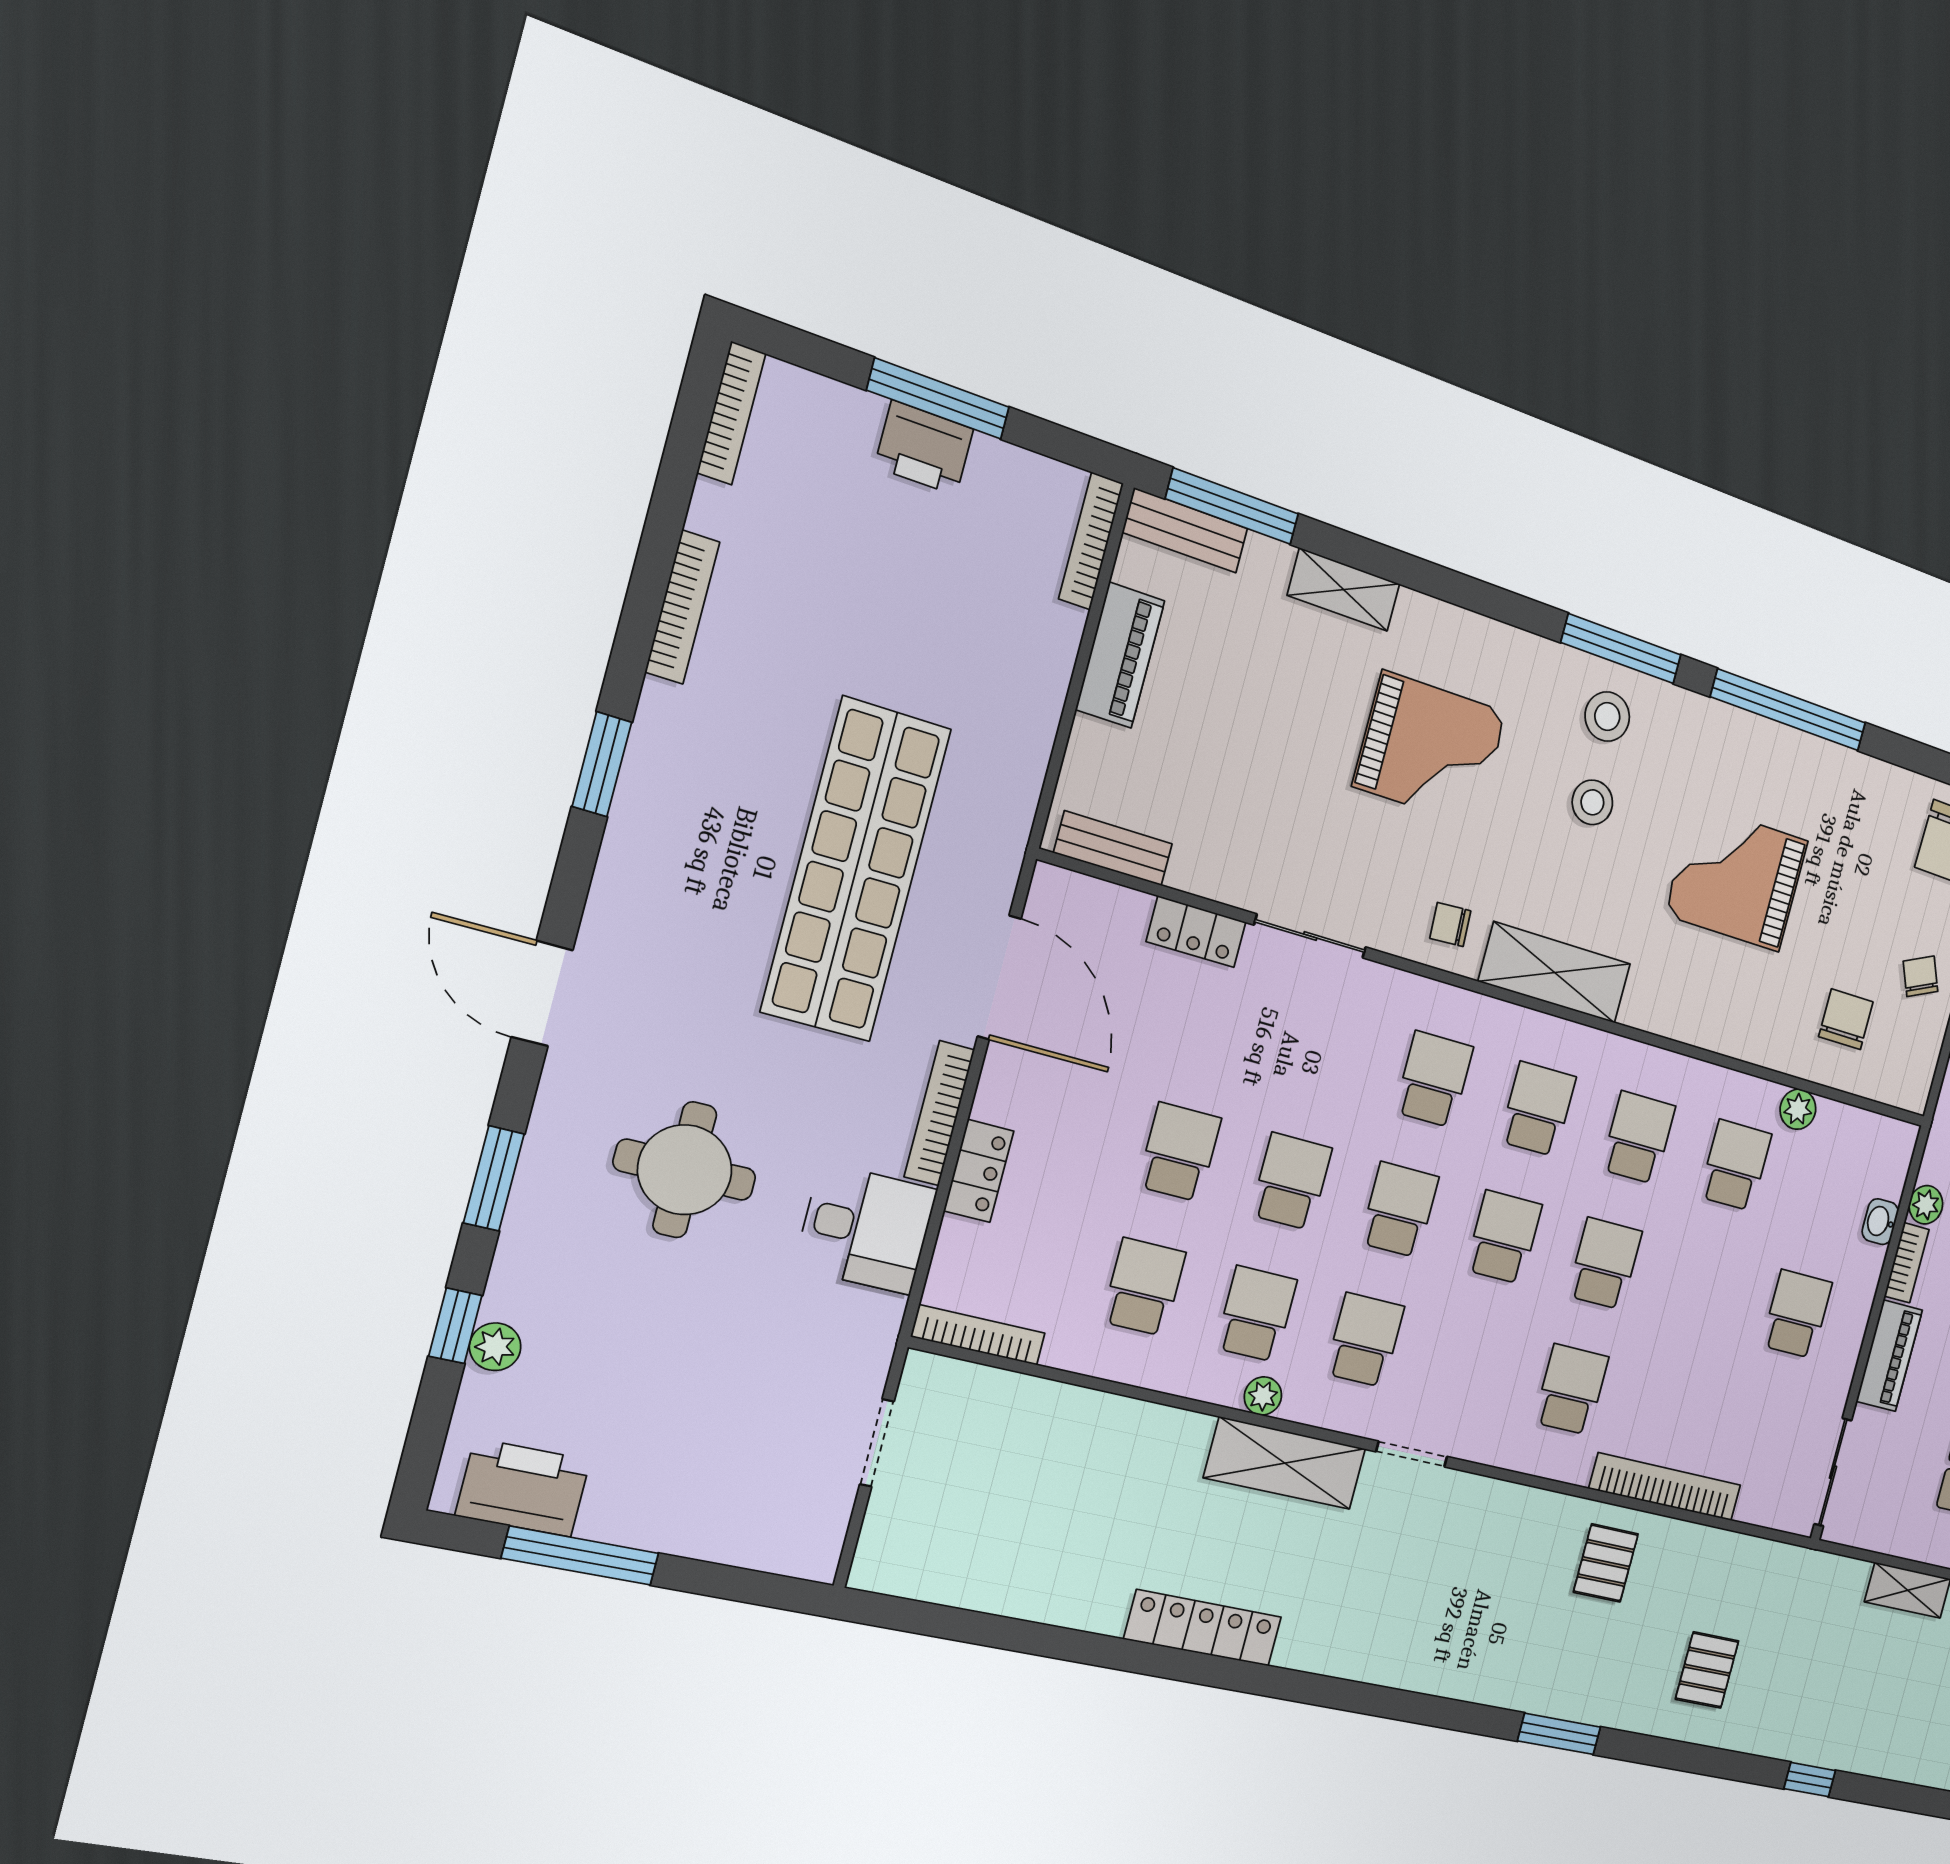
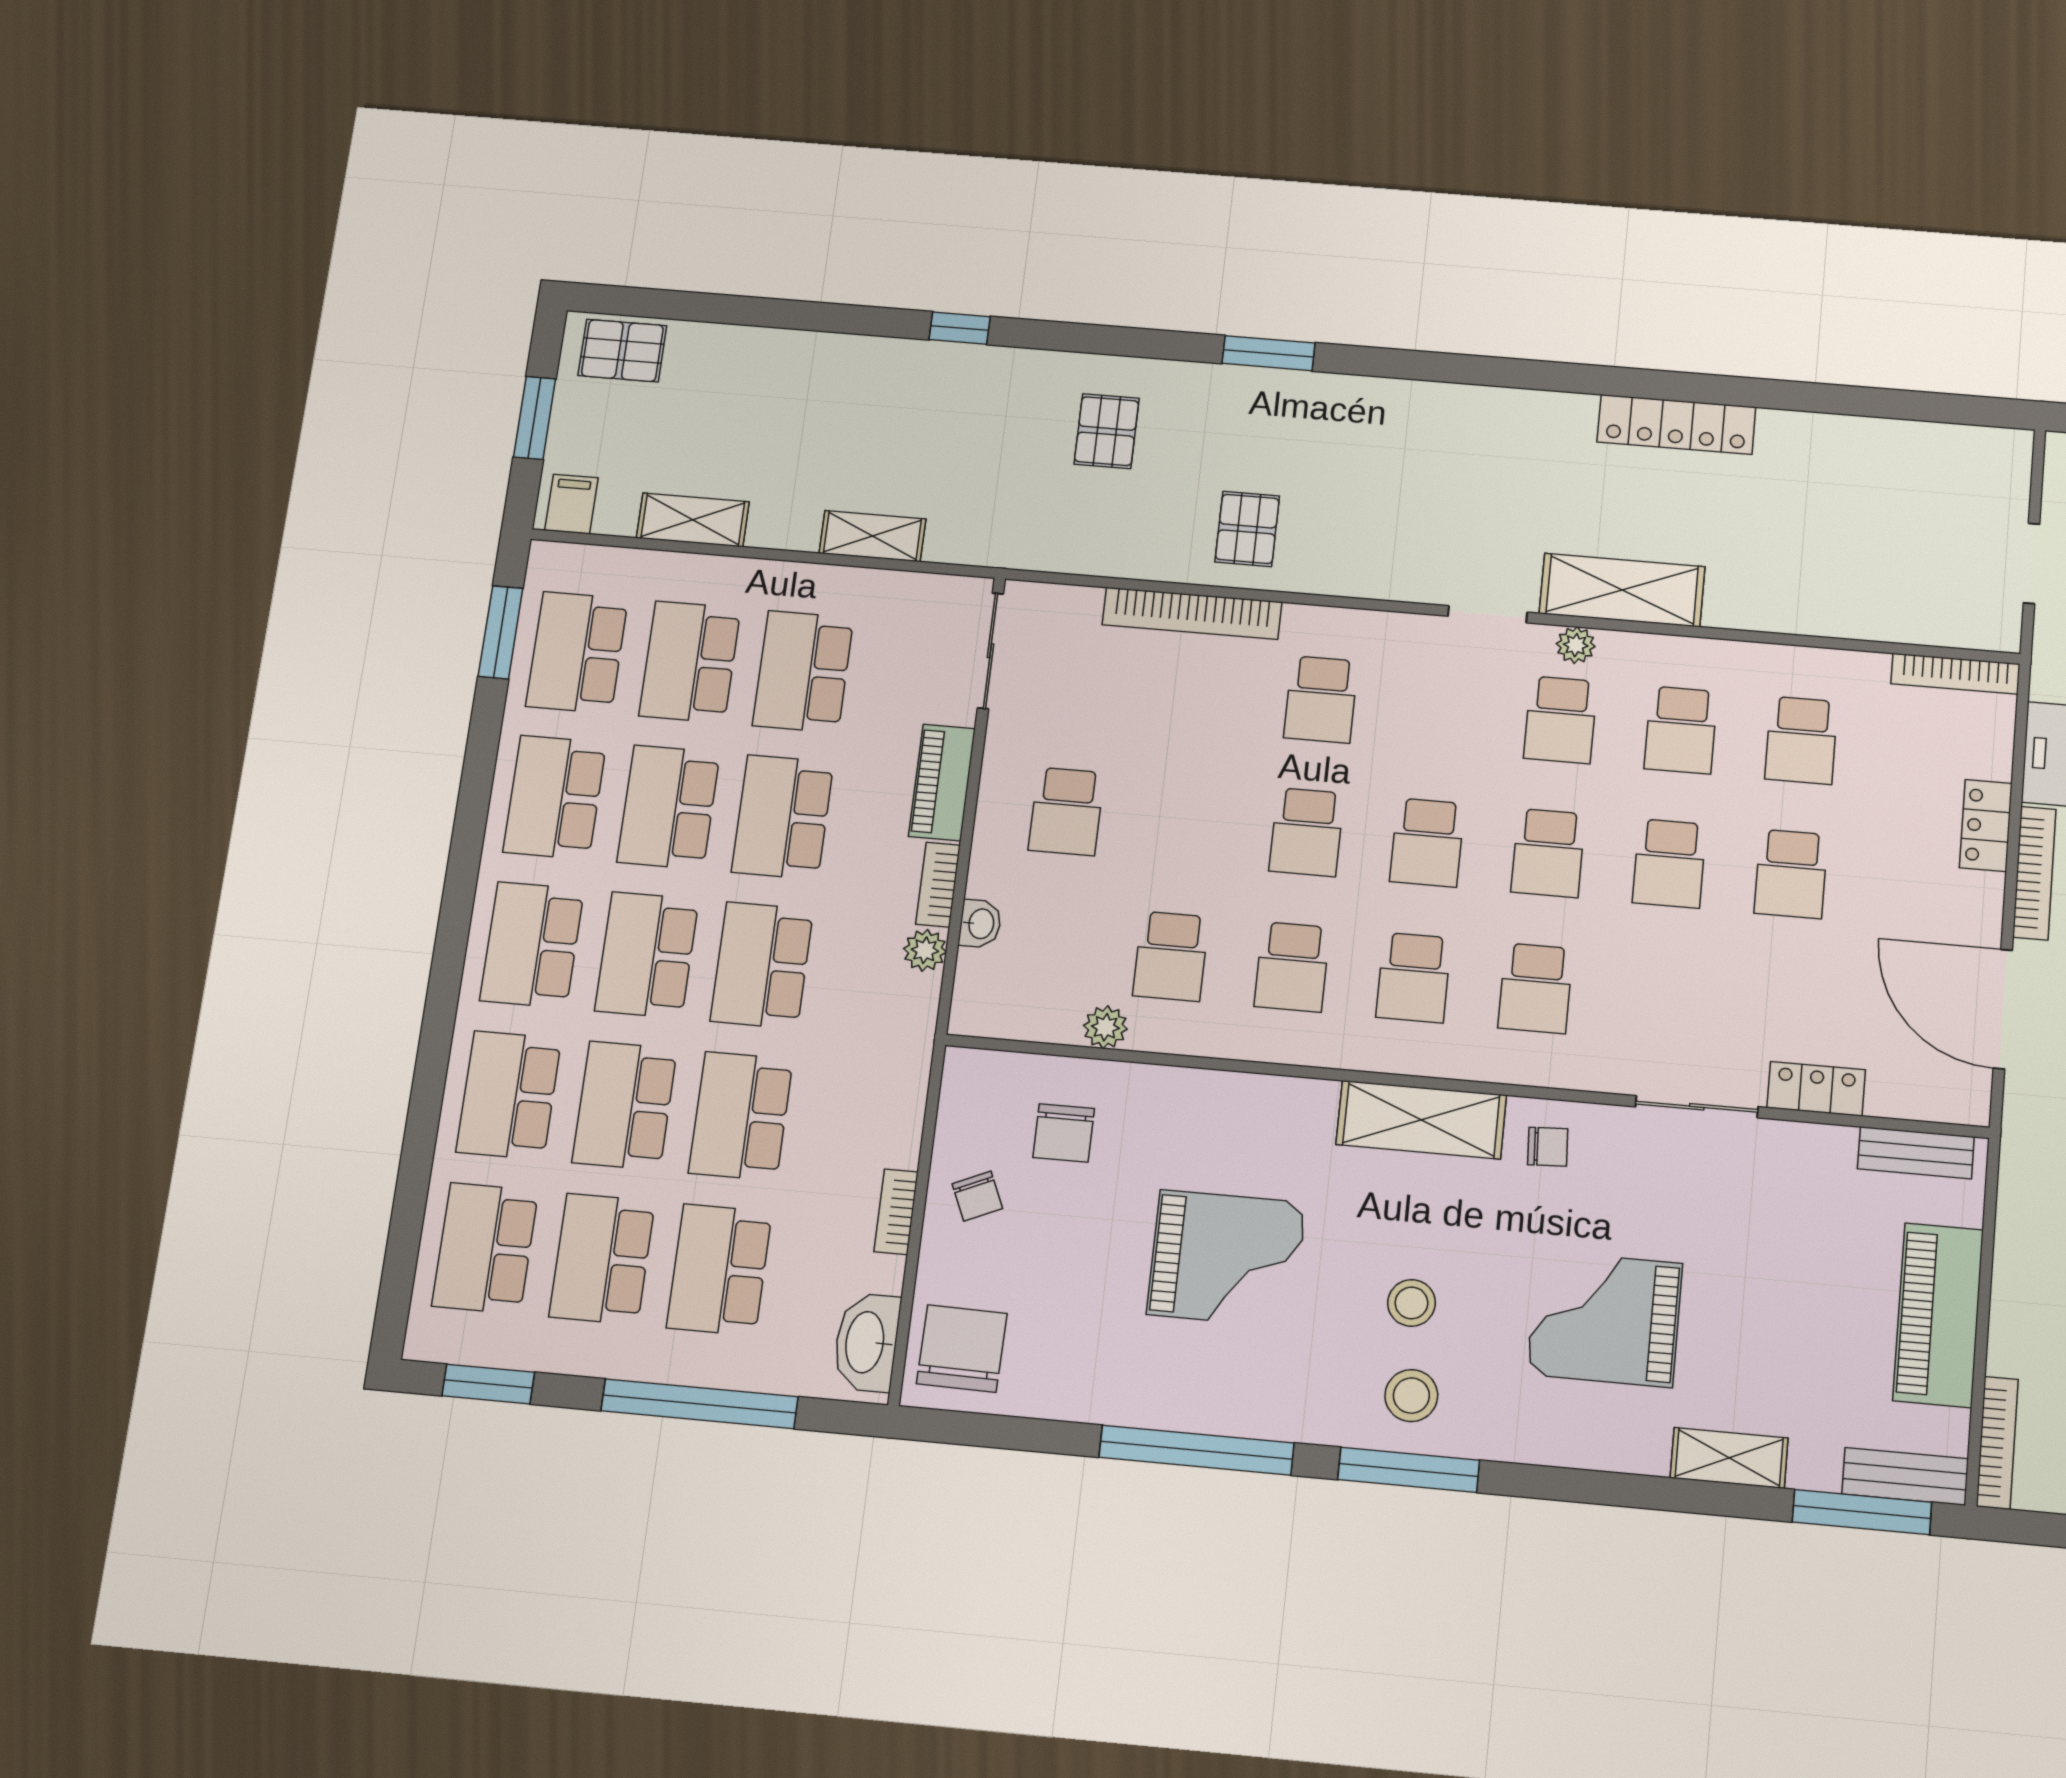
piano: (1120, 655) -> (1938, 1315), width x1.37, depth x1.33
plant: (1263, 1396) -> (1576, 645), moved

